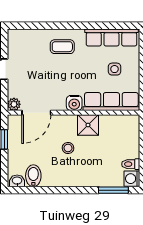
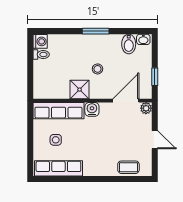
coffee table: (62, 47) -> (128, 167), moved
window: (113, 190) -> (96, 31), moved

